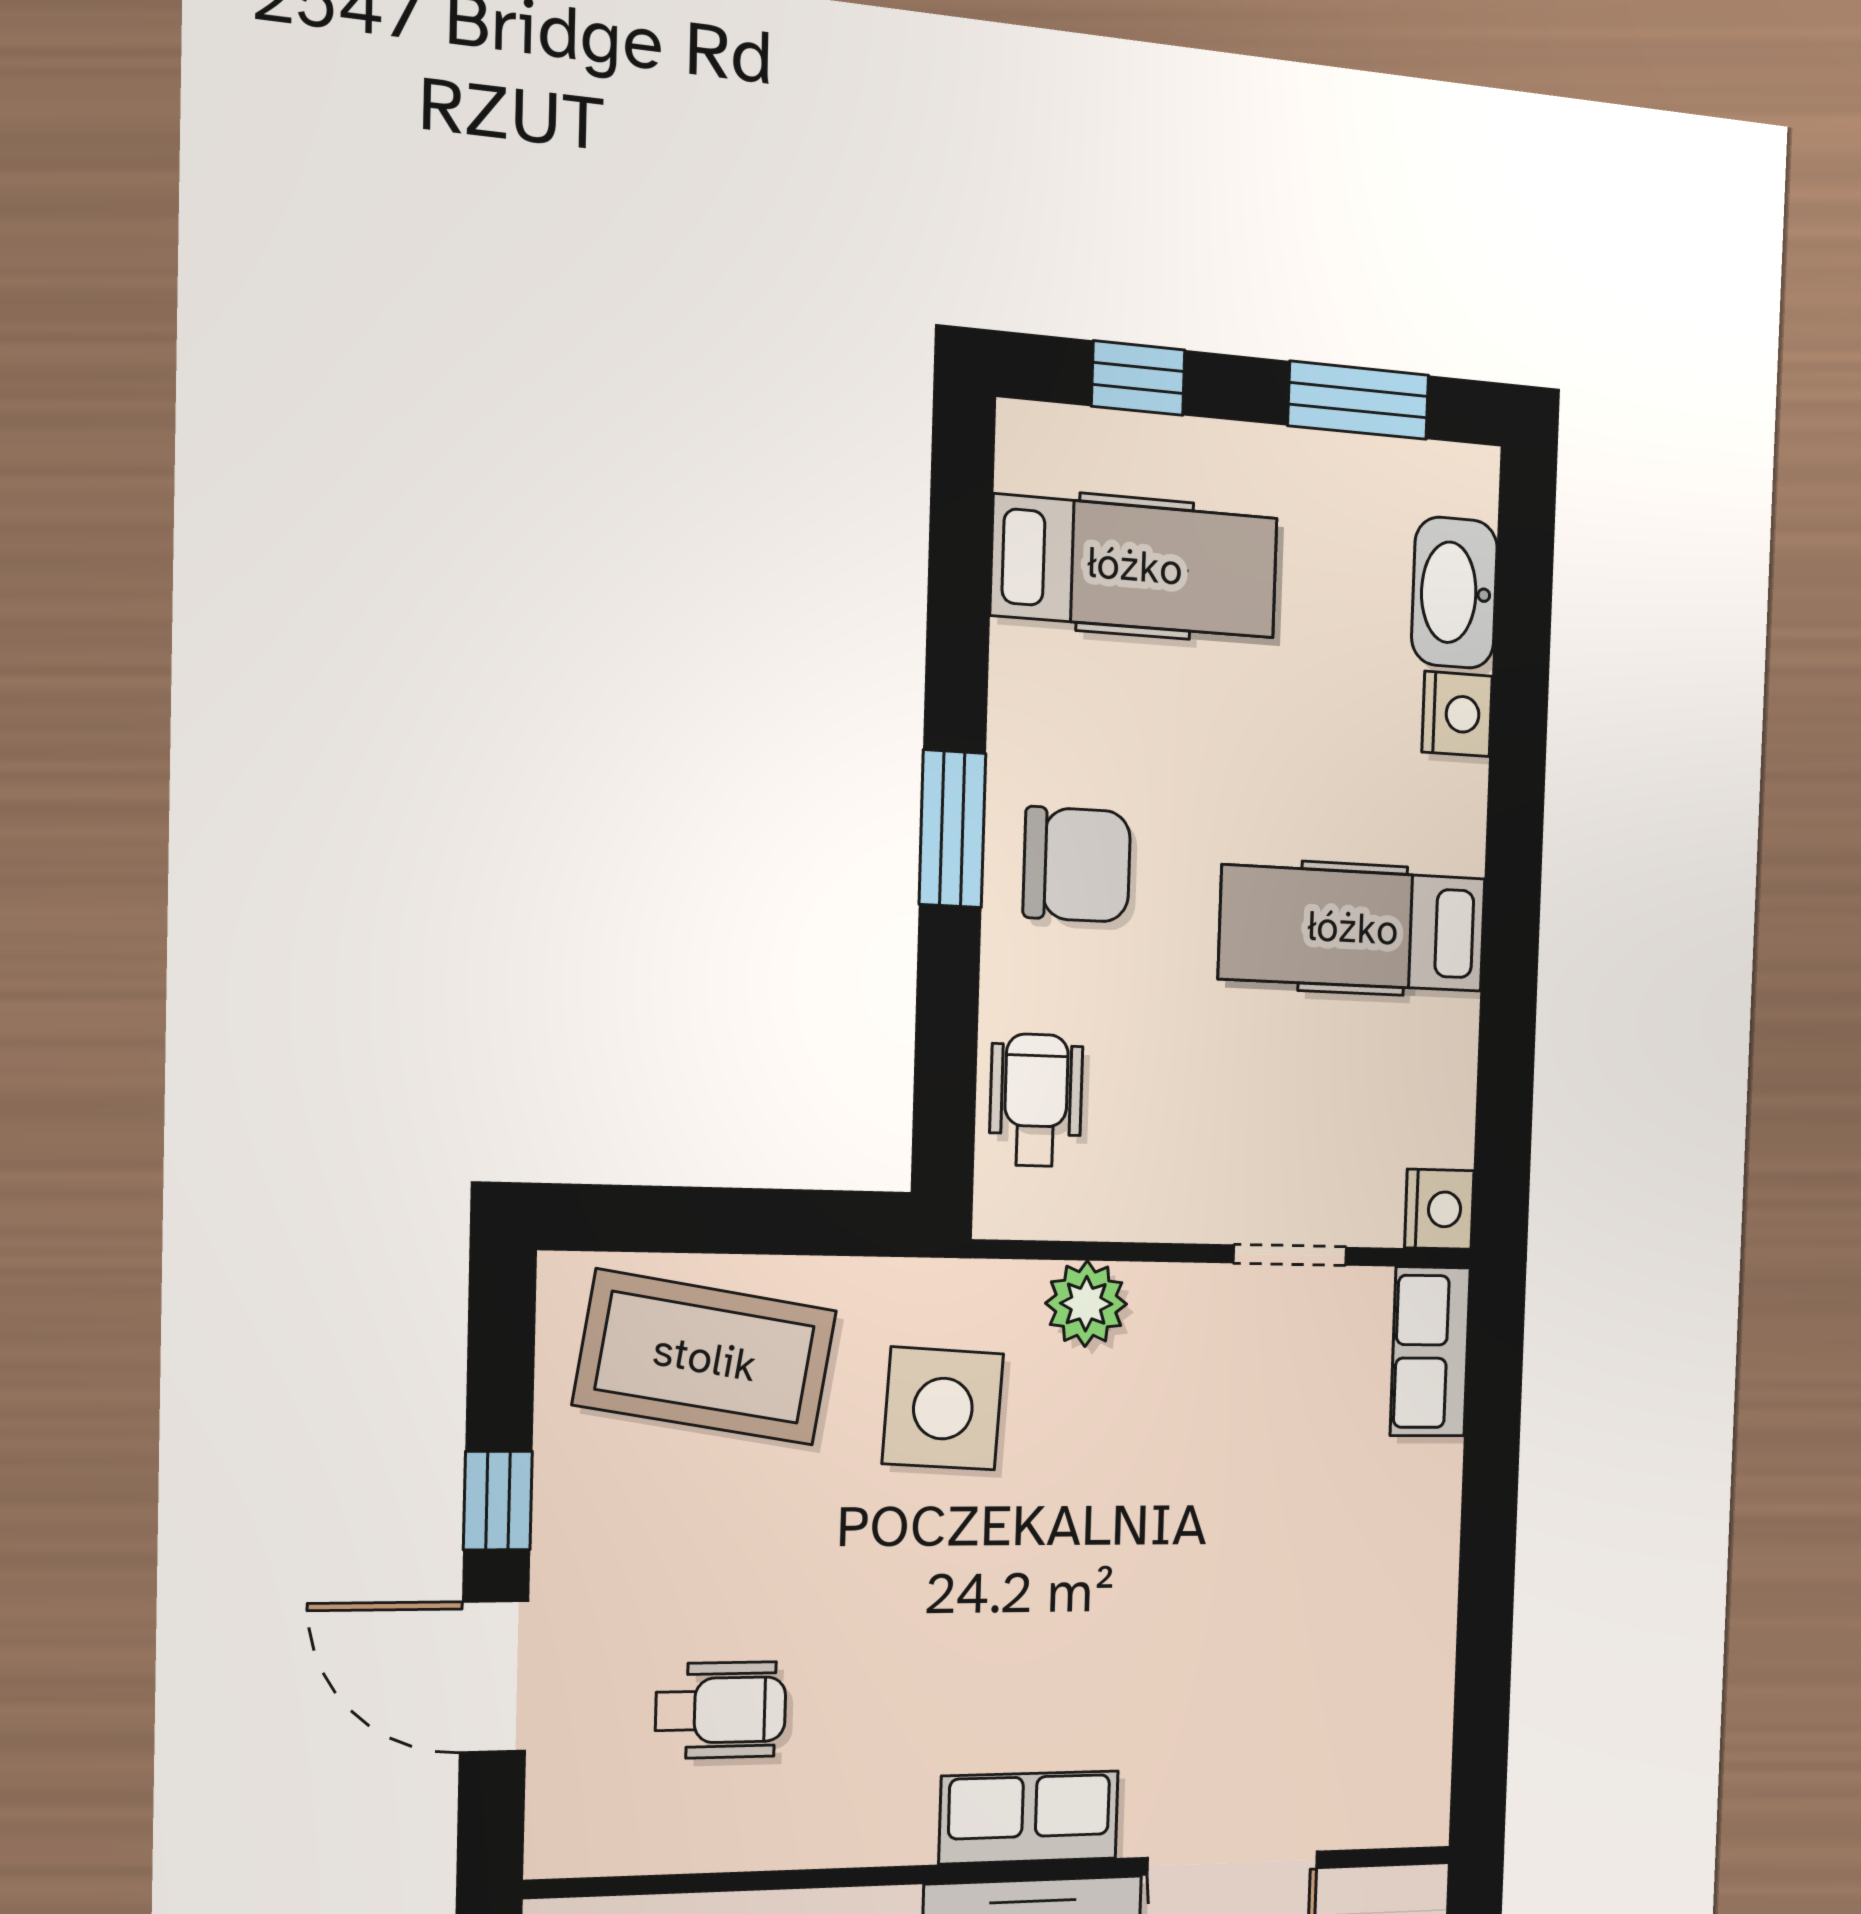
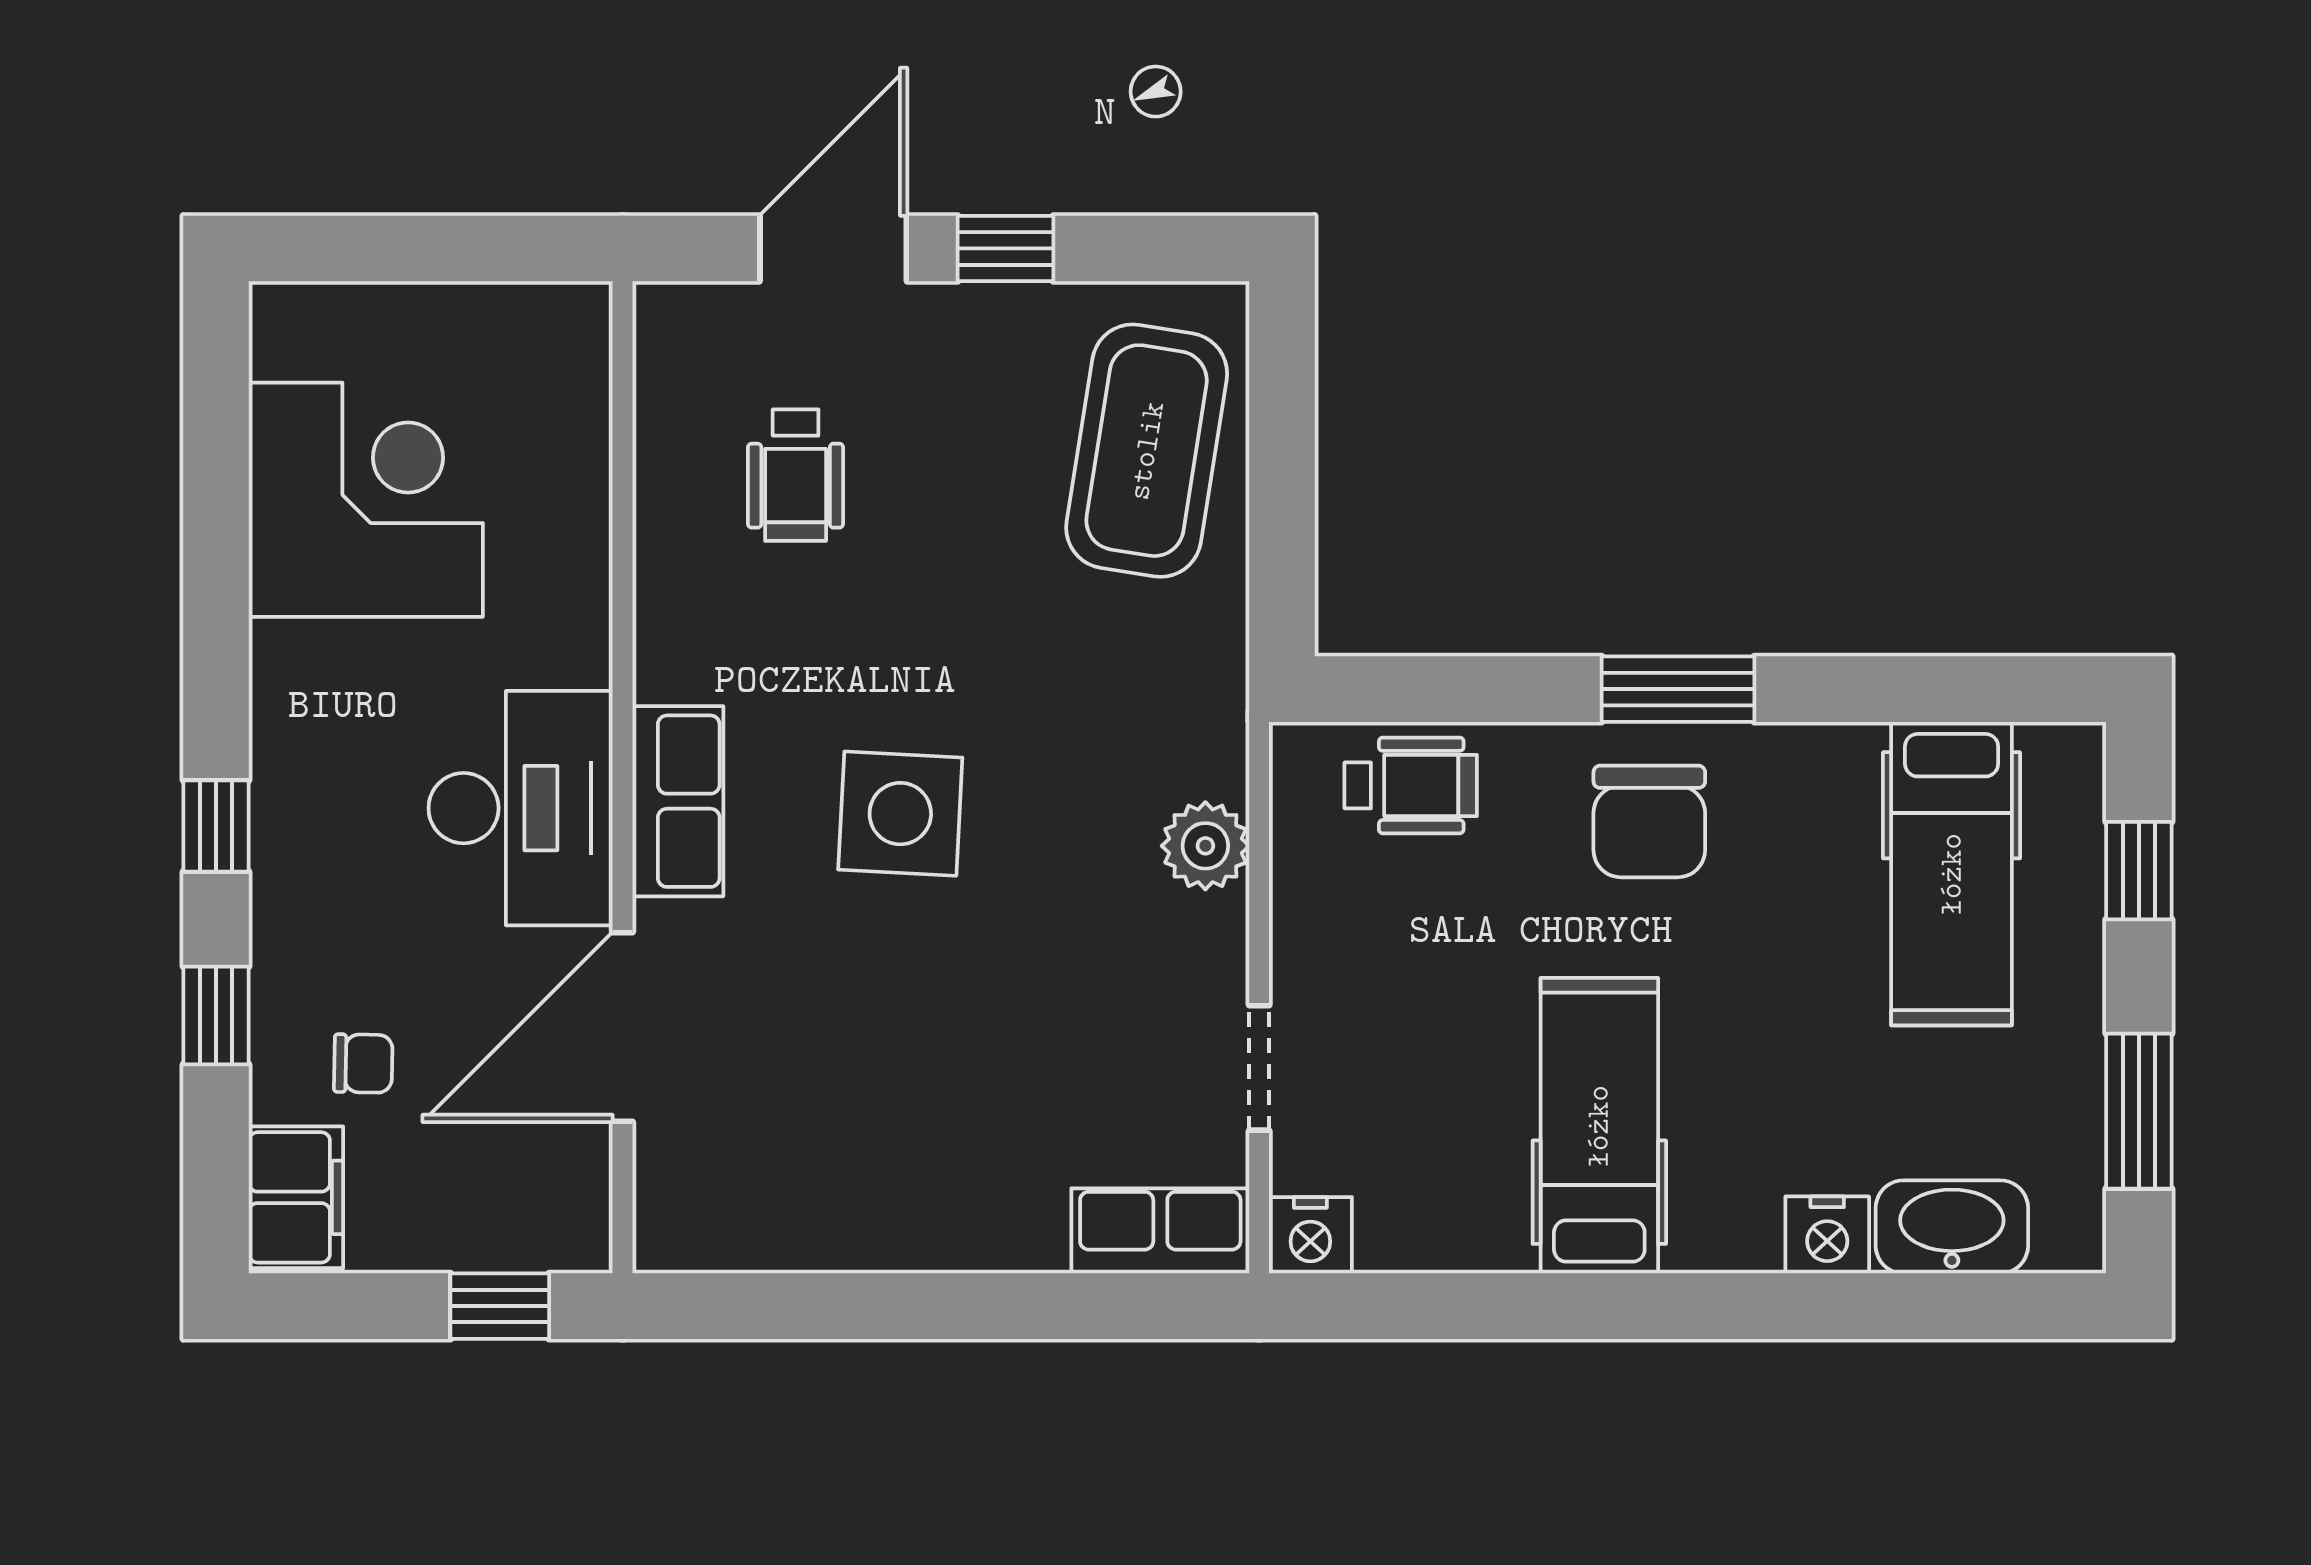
side table: (943, 1409) -> (900, 814), moved

